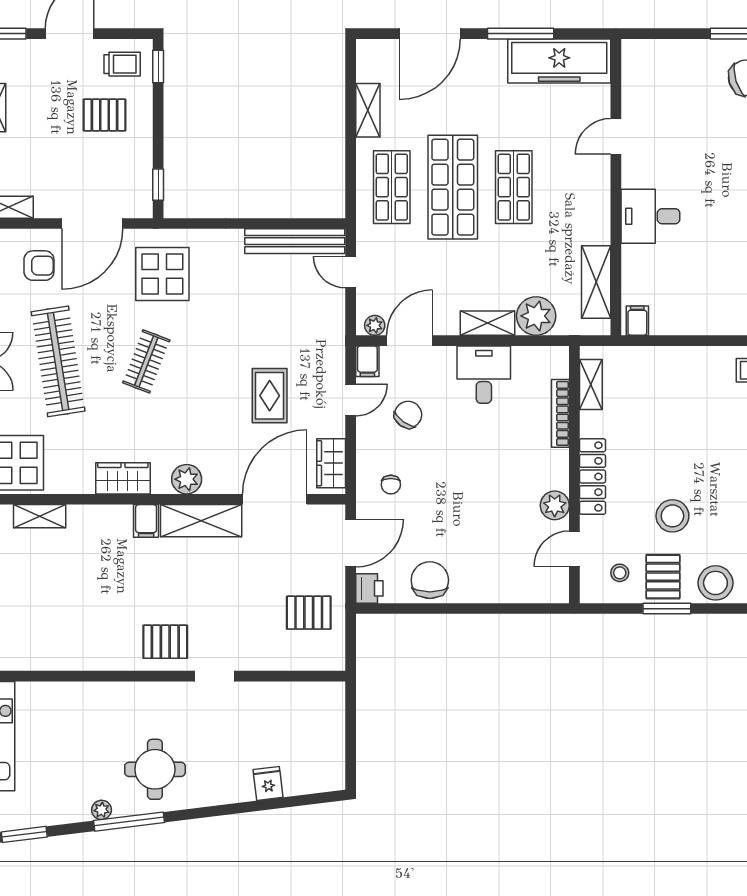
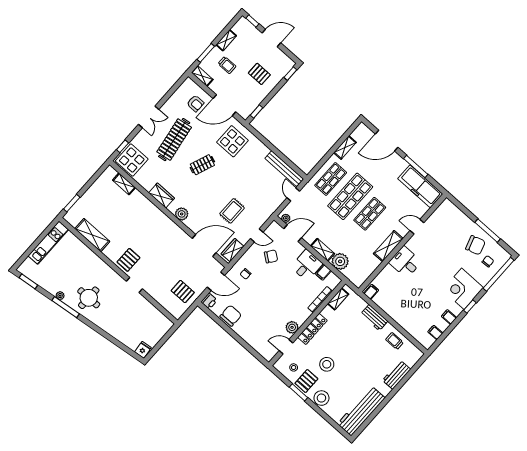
trolley: (122, 64) -> (227, 65), moved
shelving: (596, 282) -> (388, 246), moved
filing cabinet: (367, 361) -> (323, 272), moved
workbench: (682, 361) -> (374, 318), added
filing cabinet: (146, 521) -> (157, 216), removed
shelving: (201, 521) -> (92, 235), moved
pallet: (165, 642) -> (128, 260), turned 90
fridge: (268, 783) -> (143, 350), moved

